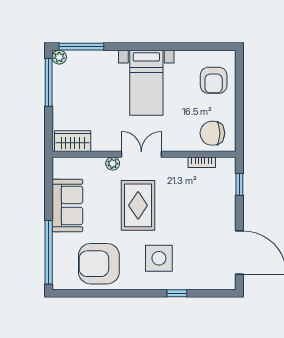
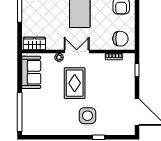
chair: (212, 133) -> (120, 39), turned 180
sofa: (67, 205) -> (31, 72), moved
armchair: (99, 264) -> (50, 119), removed

